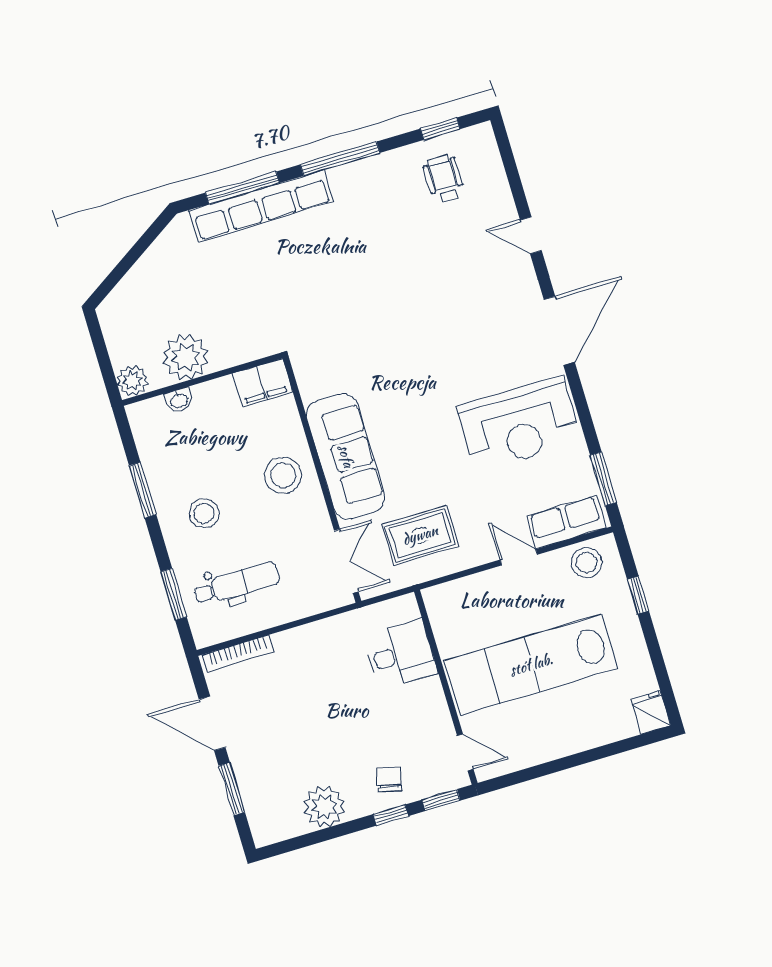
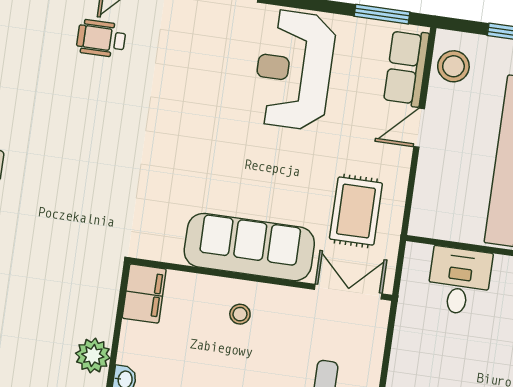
wheelchair: (444, 179) -> (101, 39), moved
plant: (186, 357) -> (93, 356), width x0.73, depth x0.73
reception desk: (519, 424) -> (294, 70), turned 180
stool: (283, 475) -> (240, 314), width x0.53, depth x0.53

